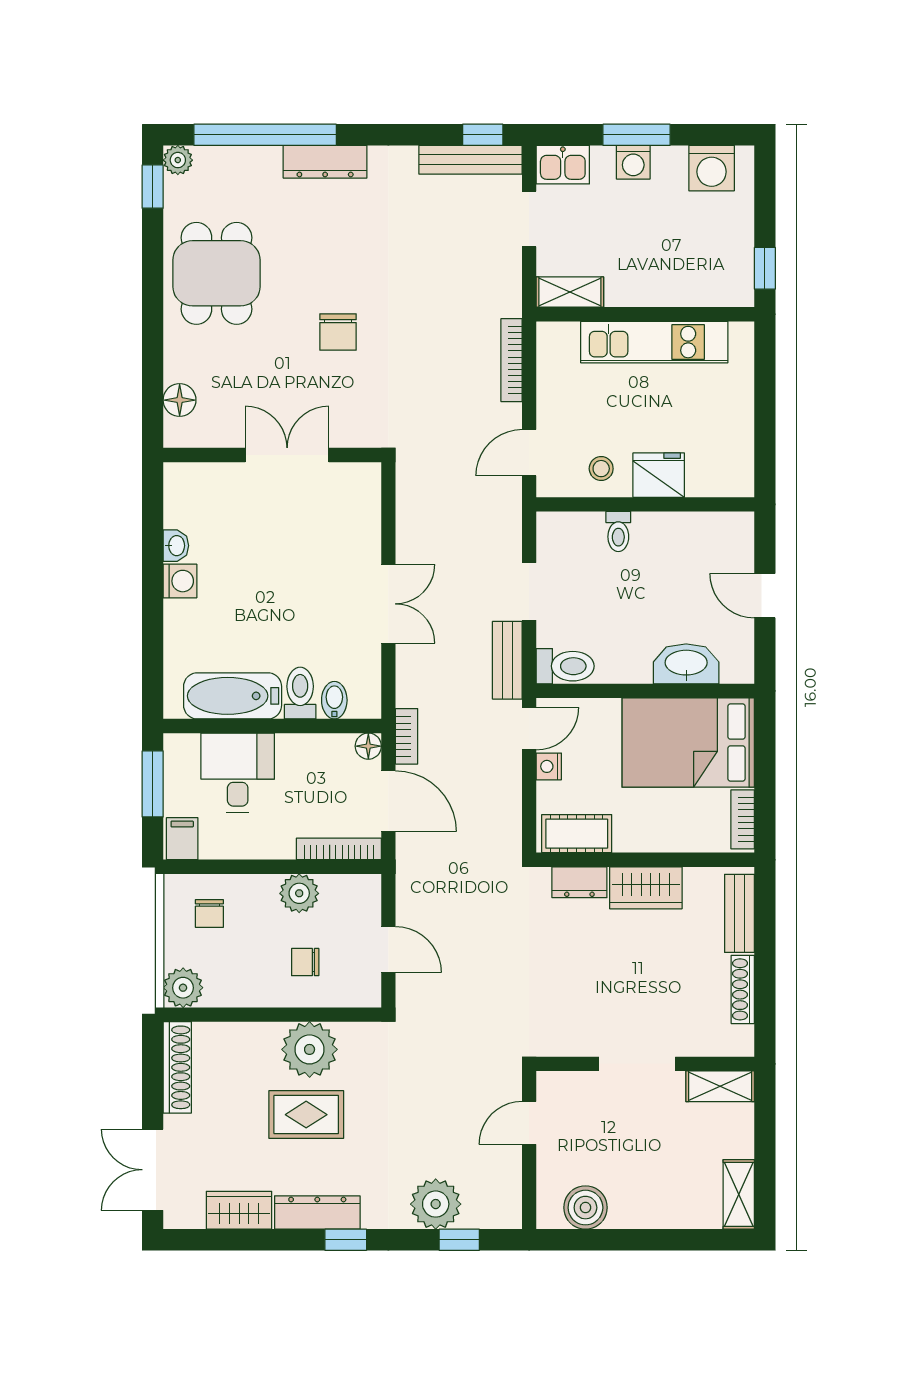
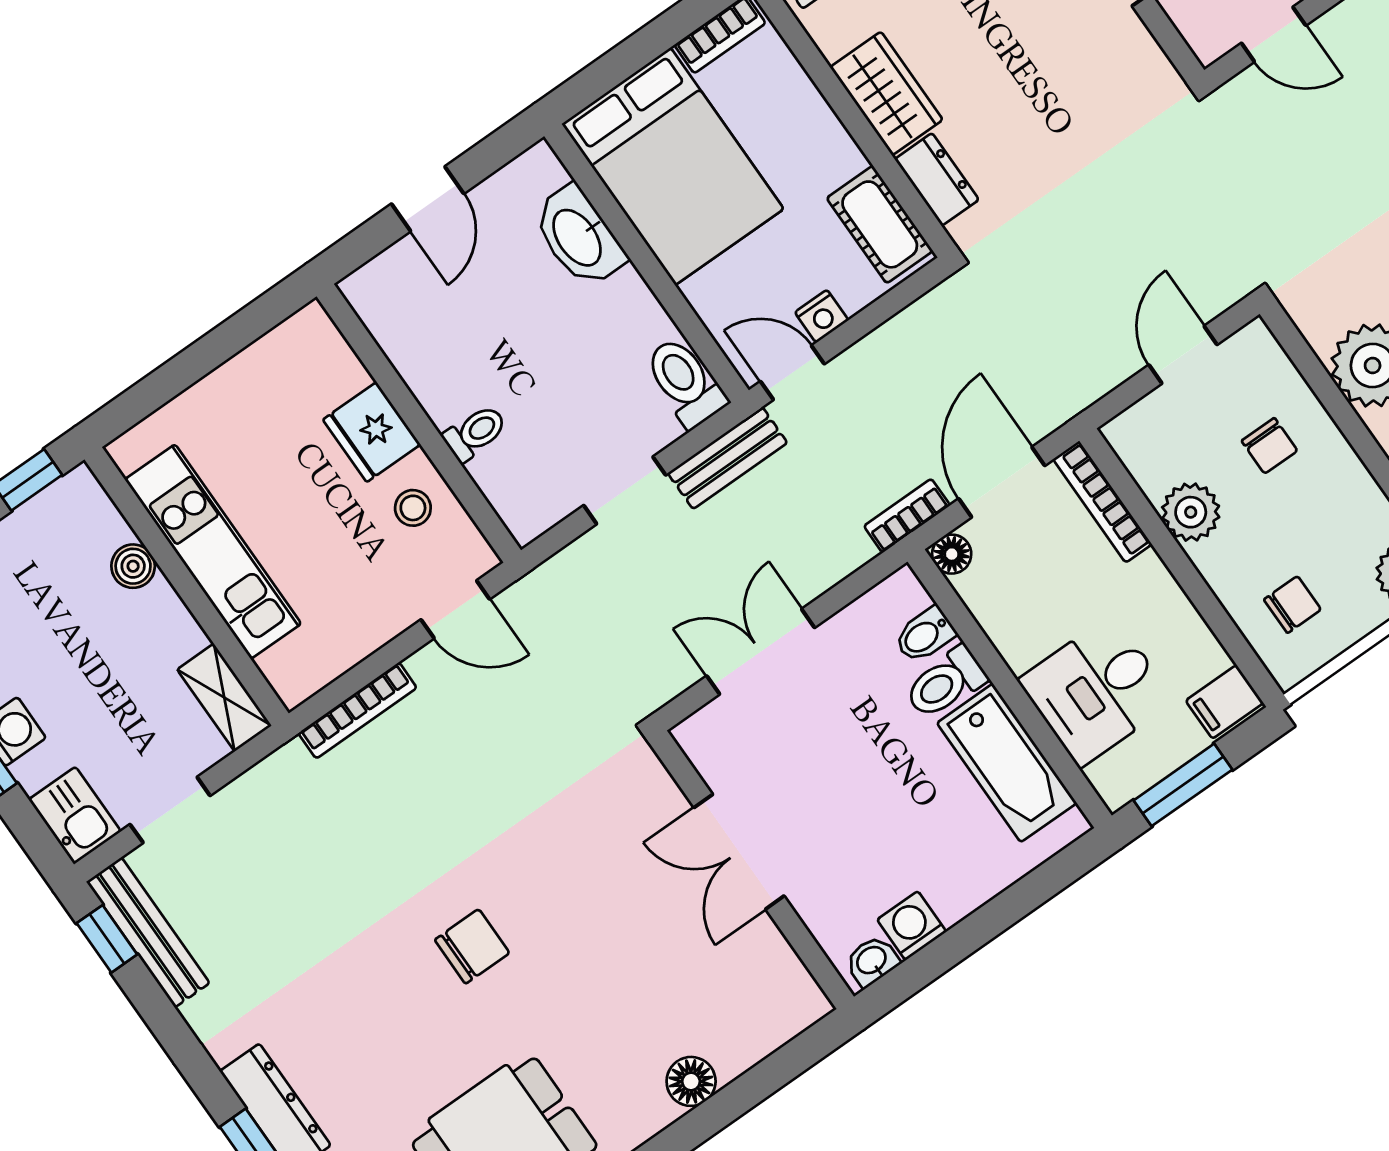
boiler: (677, 293) -> (133, 566), added
wall: (272, 455) -> (752, 870), moved
double door: (287, 455) -> (739, 852), moved

